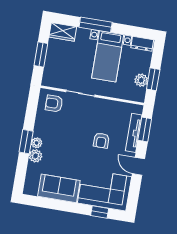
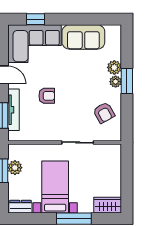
window: (41, 54) -> (127, 177), removed
armchair: (54, 103) -> (104, 113), moved, turned 61
armchair: (101, 140) -> (47, 96), turned 90

